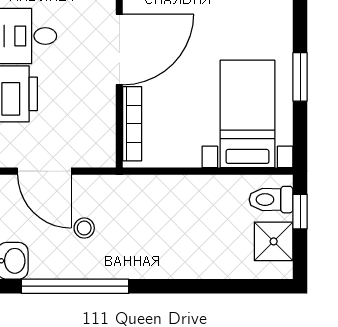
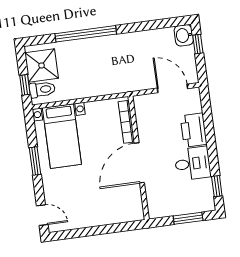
stool: (84, 228) -> (146, 59), removed
shower: (274, 241) -> (42, 65), width x1.36, depth x1.36
window: (75, 286) -> (86, 34), moved

